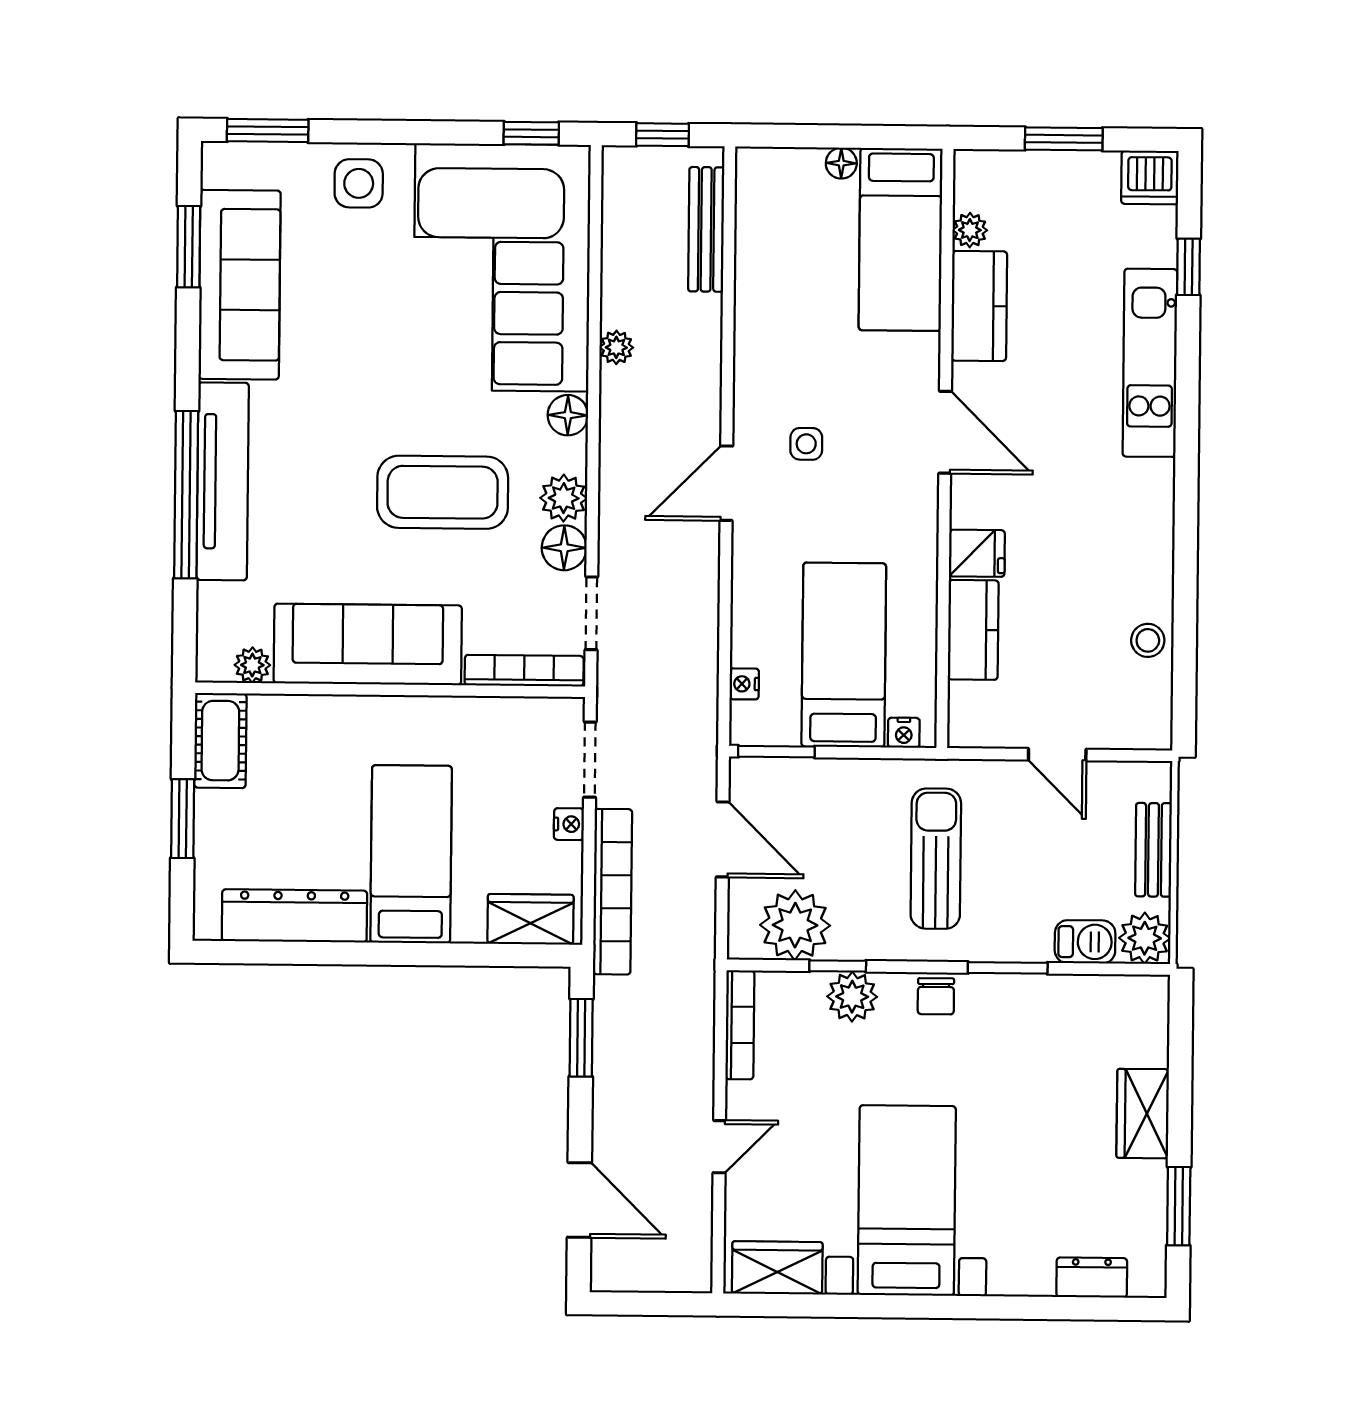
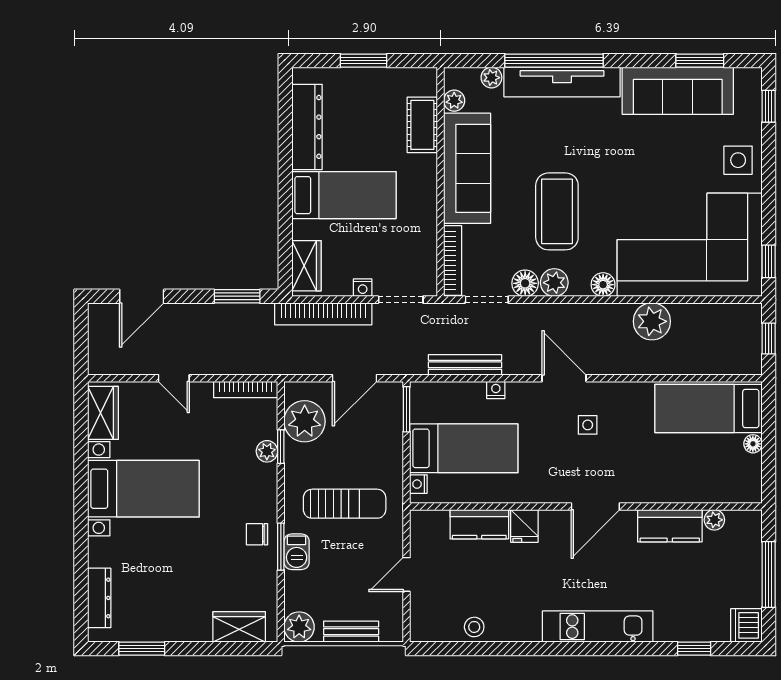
window: (268, 131) -> (769, 106), width x0.67
window: (1064, 139) -> (769, 574), width x1.44
bench: (706, 229) -> (465, 365), moved
bed: (901, 239) -> (708, 408), moved
plant: (616, 347) -> (652, 321), width x1.88, depth x1.88
kitchen unit: (1150, 363) -> (598, 627), moved
plant: (214, 601) -> (491, 78), added
nightstand: (744, 684) -> (496, 390), moved
cot: (220, 741) -> (422, 125), moved, turned 90
barbecue: (1085, 942) -> (297, 552), moved
chair: (936, 996) -> (257, 534), moved
plant: (852, 997) -> (267, 451), width x0.73, depth x0.73
wardrobe: (1143, 1114) -> (239, 627), moved
dresser: (1092, 1278) -> (99, 598), width x1.44

